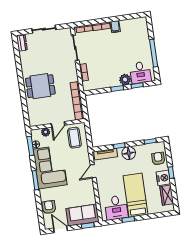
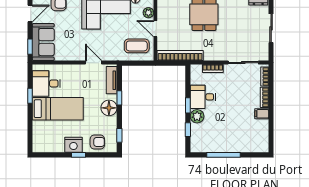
desk: (140, 72) -> (203, 97), moved
wardrobe: (167, 195) -> (52, 146), removed

